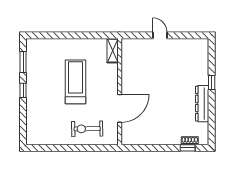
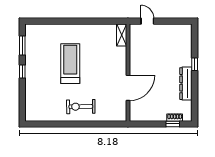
shelving: (113, 51) -> (122, 35), moved
wall: (120, 92) -> (128, 73), moved
door: (120, 108) -> (128, 88), moved

